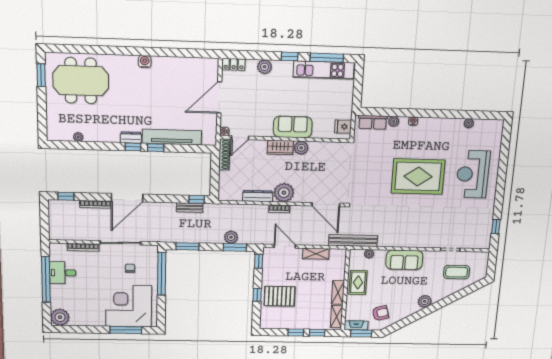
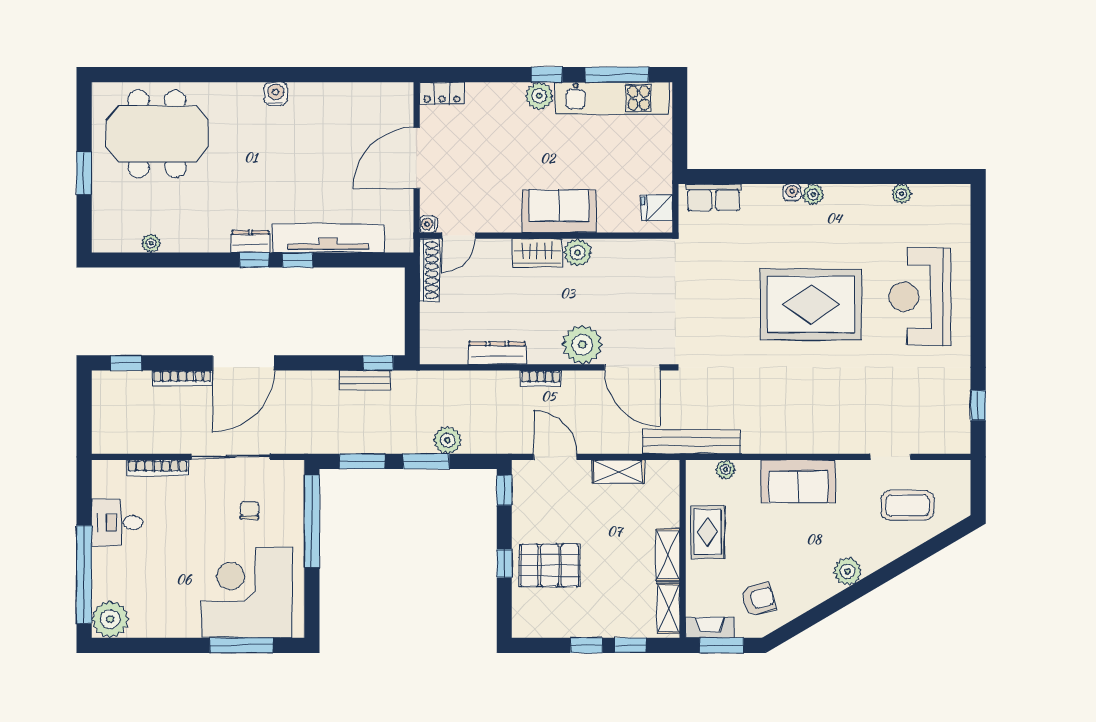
plant: (265, 67) -> (539, 96), moved
window: (41, 75) -> (84, 173), moved
plant: (394, 121) -> (813, 194), moved
plant: (284, 193) -> (582, 345), moved
window: (235, 247) -> (426, 461), moved
window: (46, 279) -> (84, 574), moved

